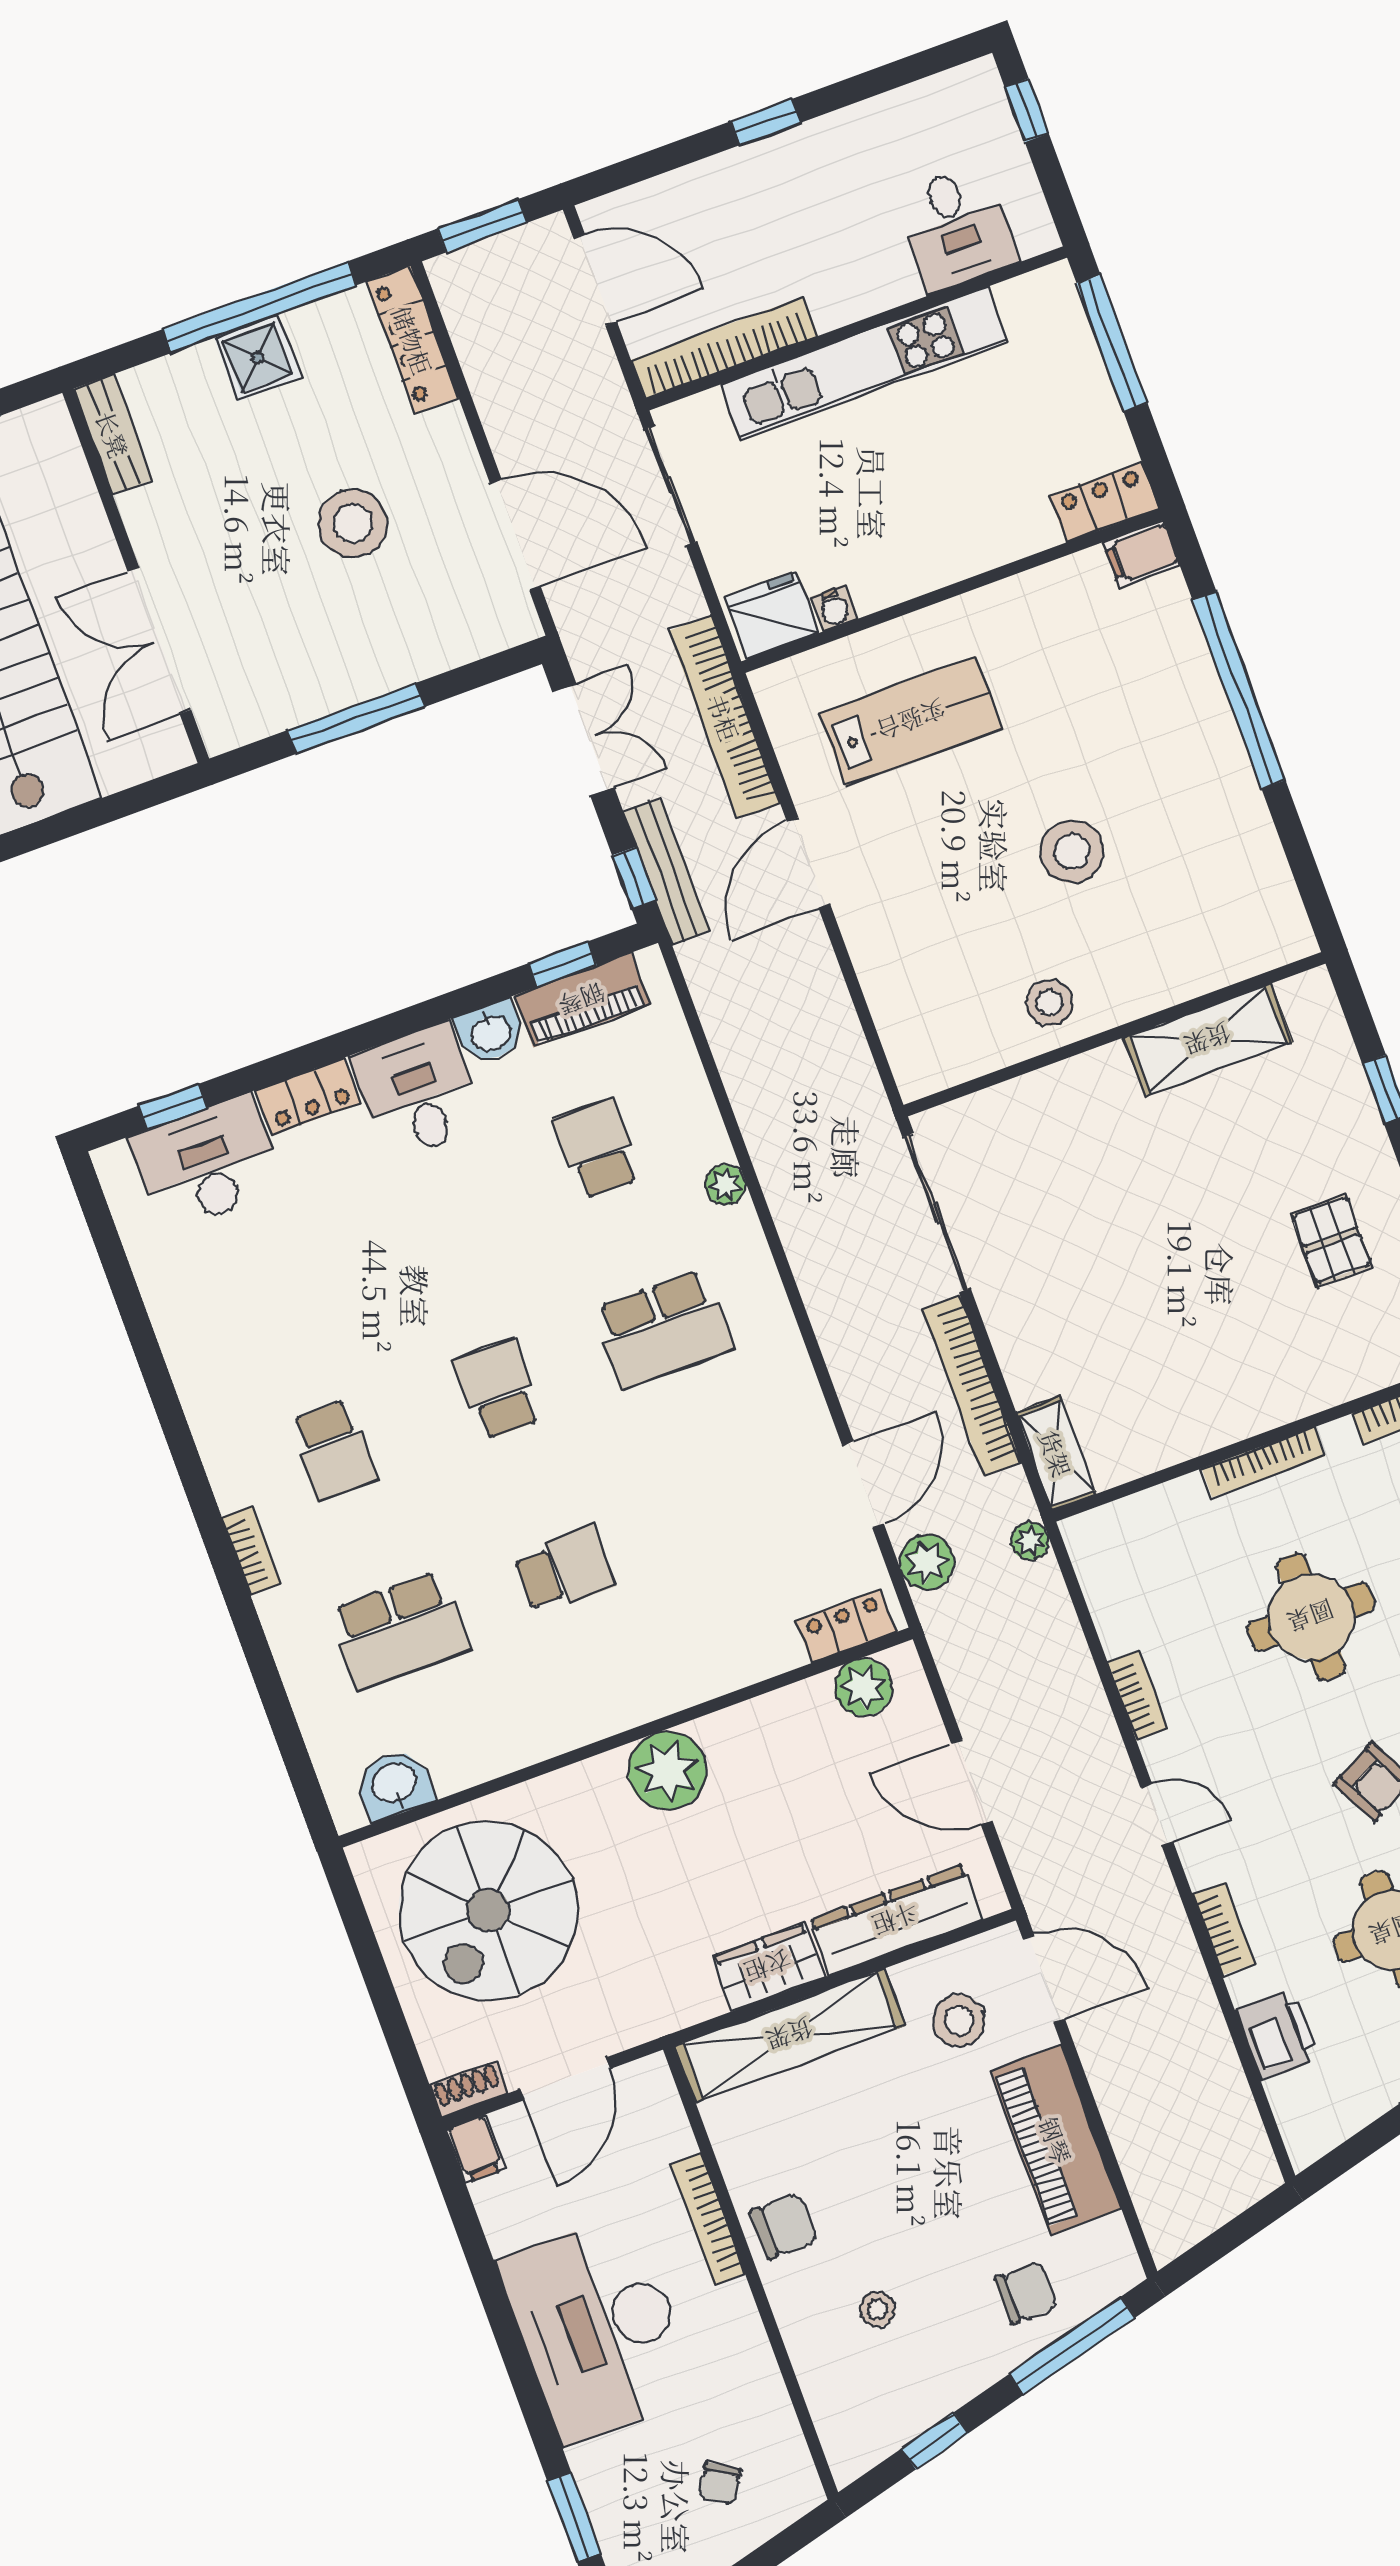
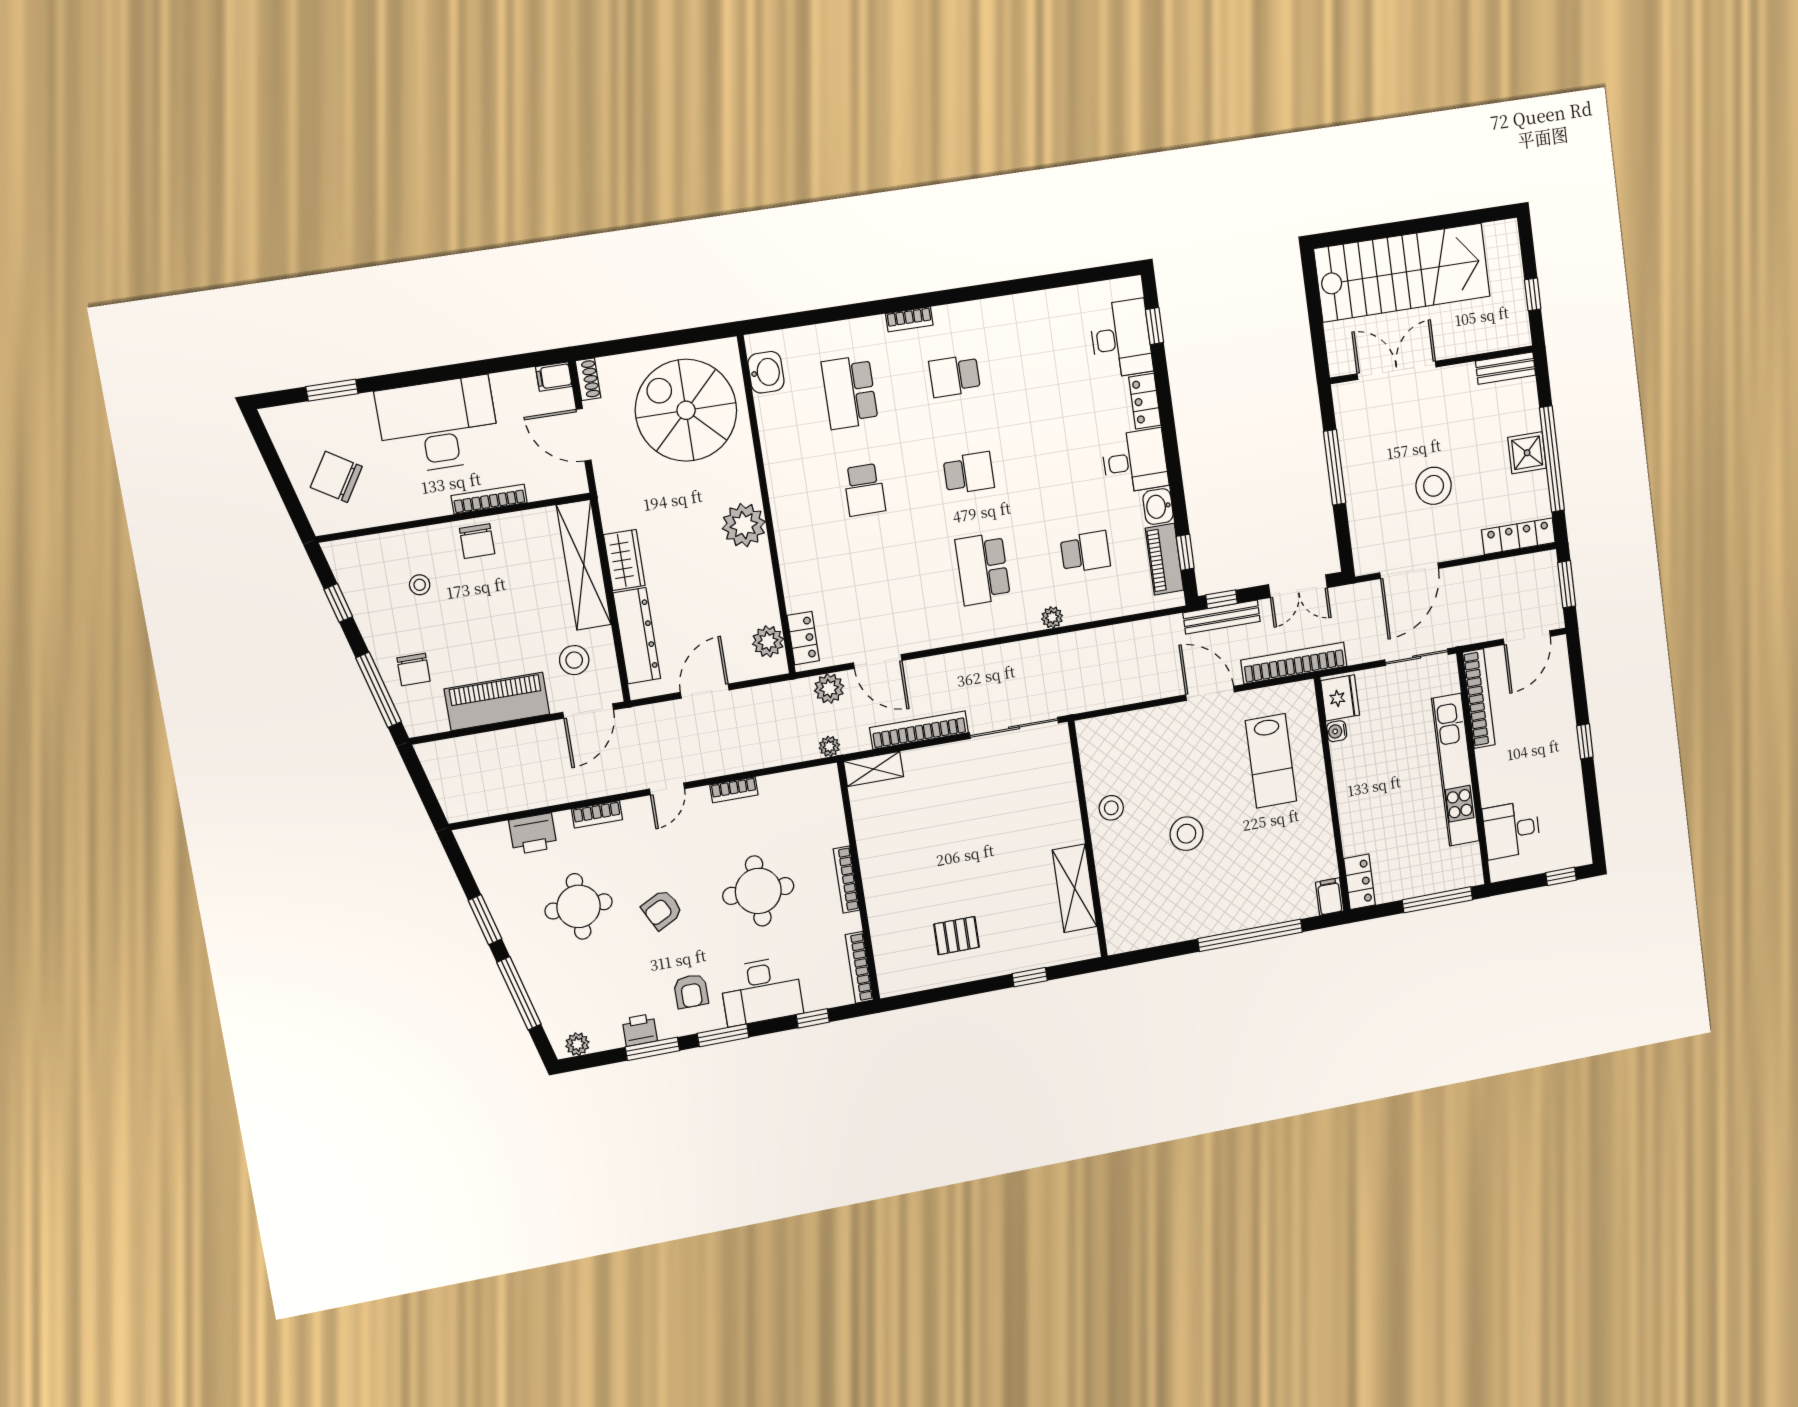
chair: (720, 2483) -> (336, 477), width x1.87, depth x1.87

